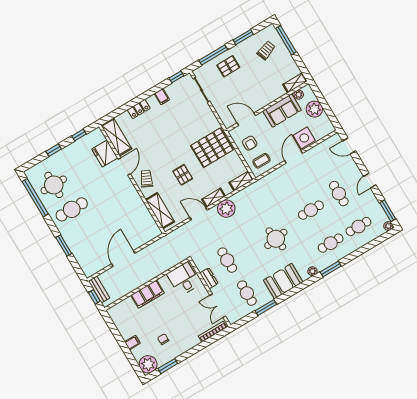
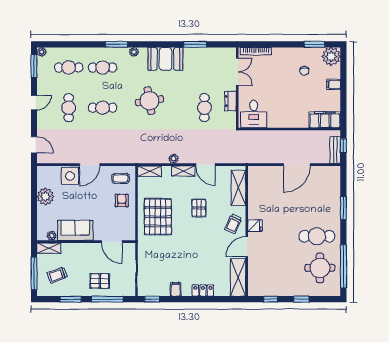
shelving: (295, 83) -> (49, 248), moved
plant: (299, 95) -> (52, 236), moved
wall: (267, 107) -> (86, 242), moved
sofa: (282, 111) -> (75, 230), moved
door: (246, 119) -> (112, 242), moved
pallet: (212, 148) -> (158, 217), turned 90
fridge: (105, 153) -> (255, 226), moved, width x0.53, depth x0.75
plant: (226, 209) -> (173, 159), width x0.53, depth x0.53
cafe table: (247, 293) -> (204, 68), removed
filing cabinet: (147, 294) -> (325, 120), moved

